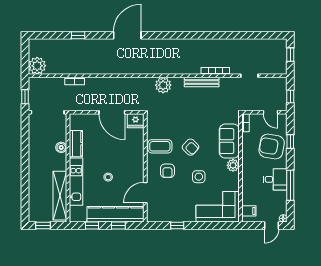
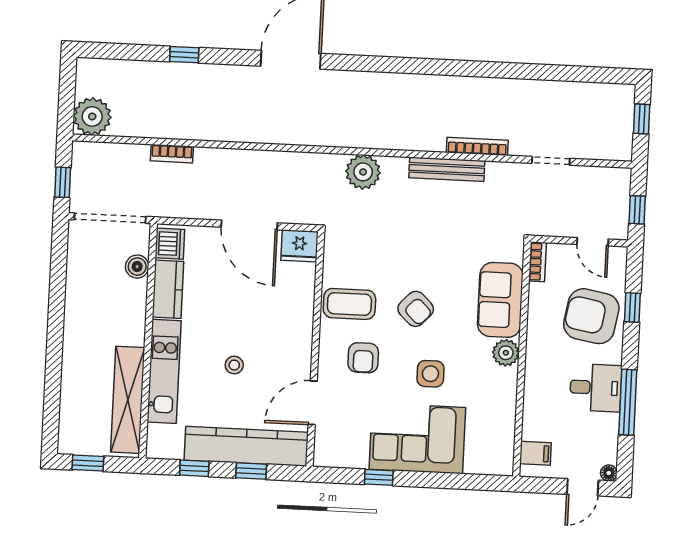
dishwasher: (76, 123) -> (170, 244), added
boiler: (61, 147) -> (137, 267), moved
corner sofa: (218, 207) -> (417, 438), moved

